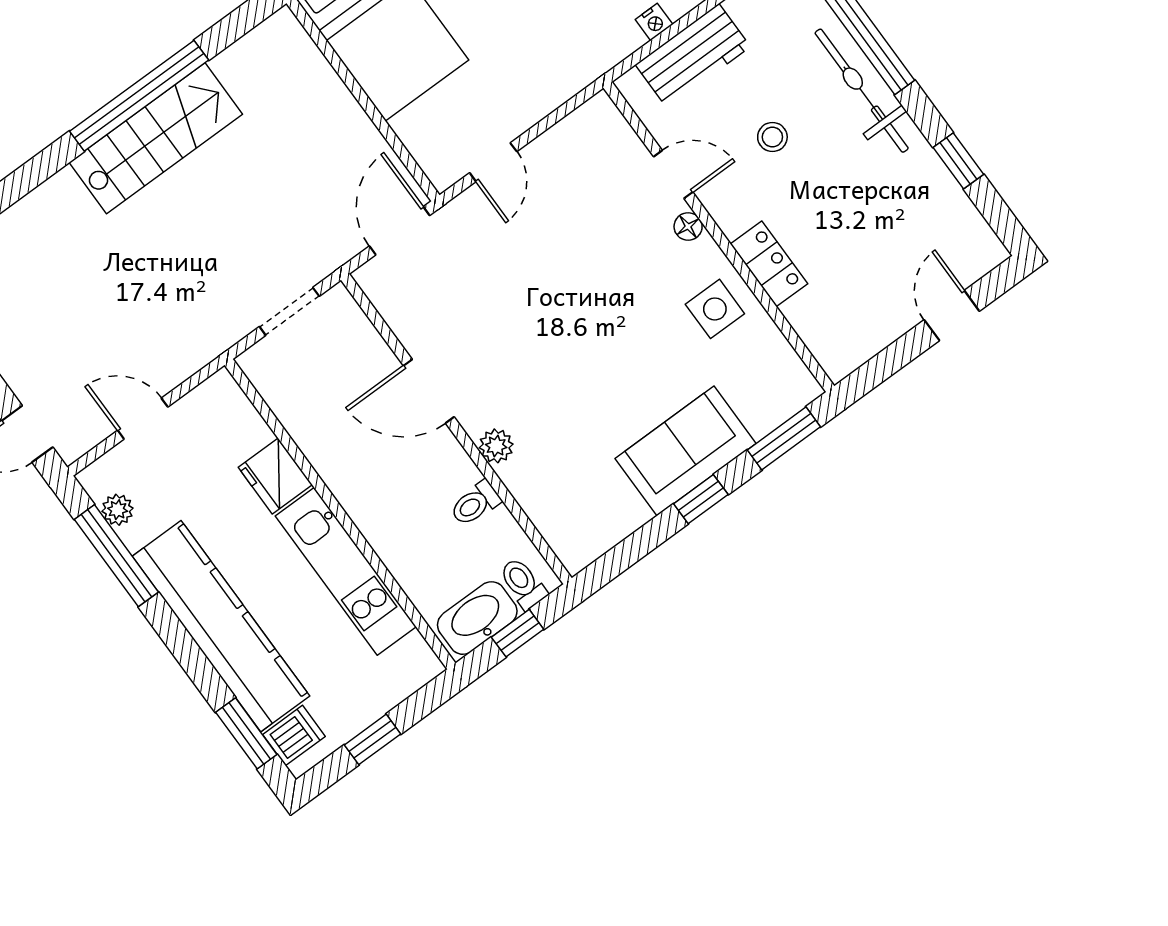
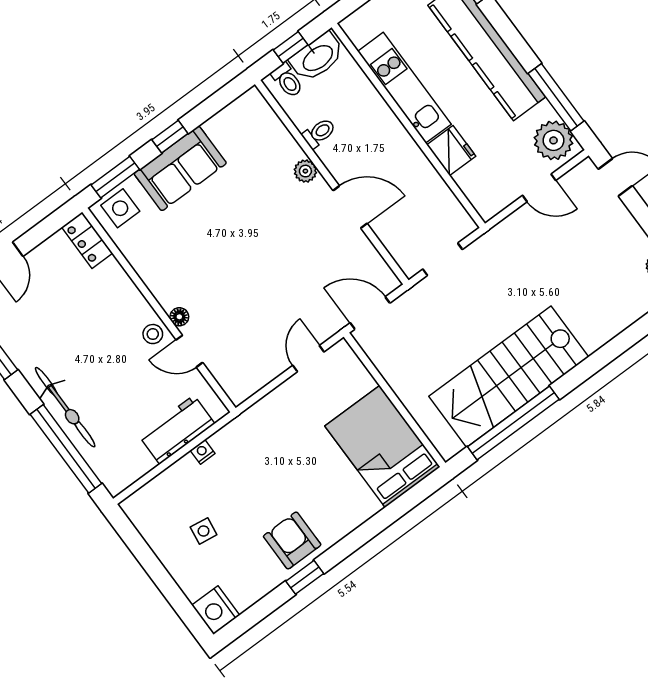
window: (139, 96) -> (513, 423), moved
stool: (772, 137) -> (153, 334), moved
stairs: (156, 138) -> (509, 377), width x1.36, depth x1.51
door: (399, 231) -> (370, 313), swing flipped
locker: (769, 264) -> (87, 240), moved
side table: (715, 309) -> (120, 208), moved
plant: (118, 510) -> (553, 140), width x1.87, depth x1.87

